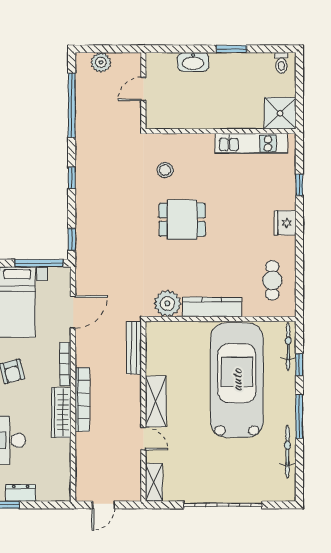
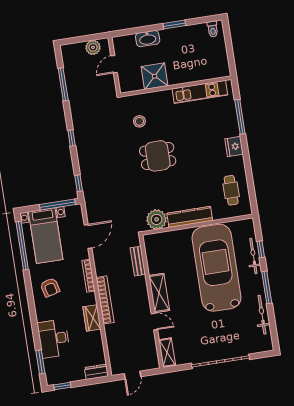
plant: (101, 62) -> (93, 47), moved
window: (72, 105) -> (63, 84), width x0.68
shower: (280, 113) -> (155, 76), moved
window: (299, 185) -> (240, 117), width x2.17
bicycle: (288, 347) -> (253, 256), moved
bench: (134, 348) -> (138, 261), width x0.73
wardrobe: (61, 412) -> (92, 318), width x0.67
dresser: (21, 493) -> (96, 372), moved

